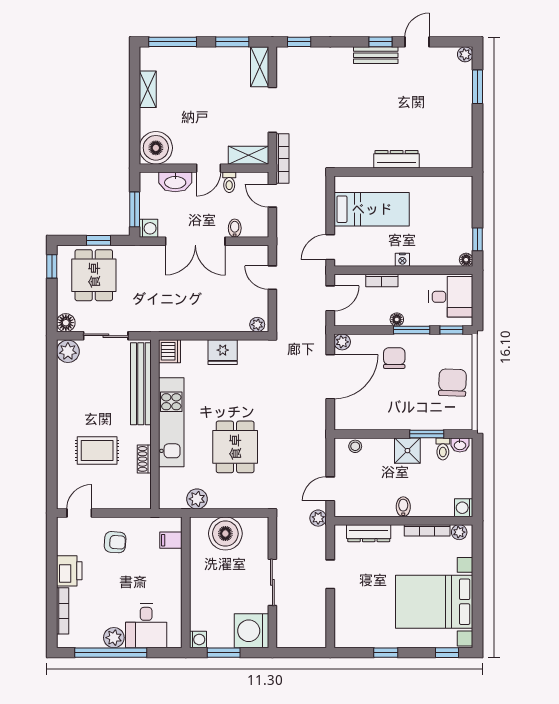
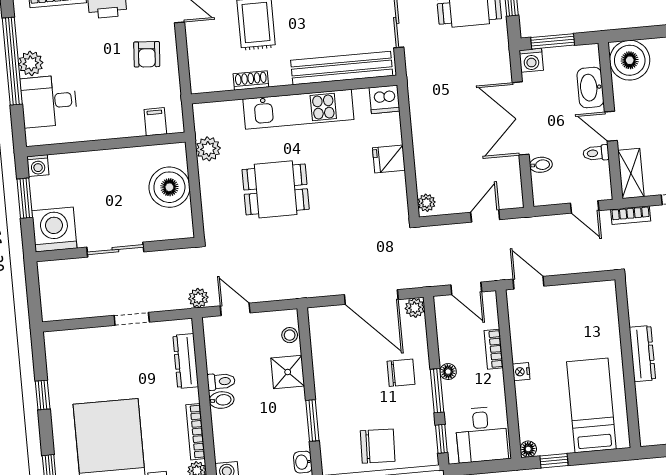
bookcase: (283, 159) -> (631, 215), width x0.64
door: (272, 196) -> (585, 207), swing flipped
bed: (372, 209) -> (591, 405), moved, turned 180
fridge: (223, 352) -> (389, 159), width x0.72
toilet: (443, 449) -> (221, 381), moved, turned 180
shower: (407, 451) -> (288, 372), moved

